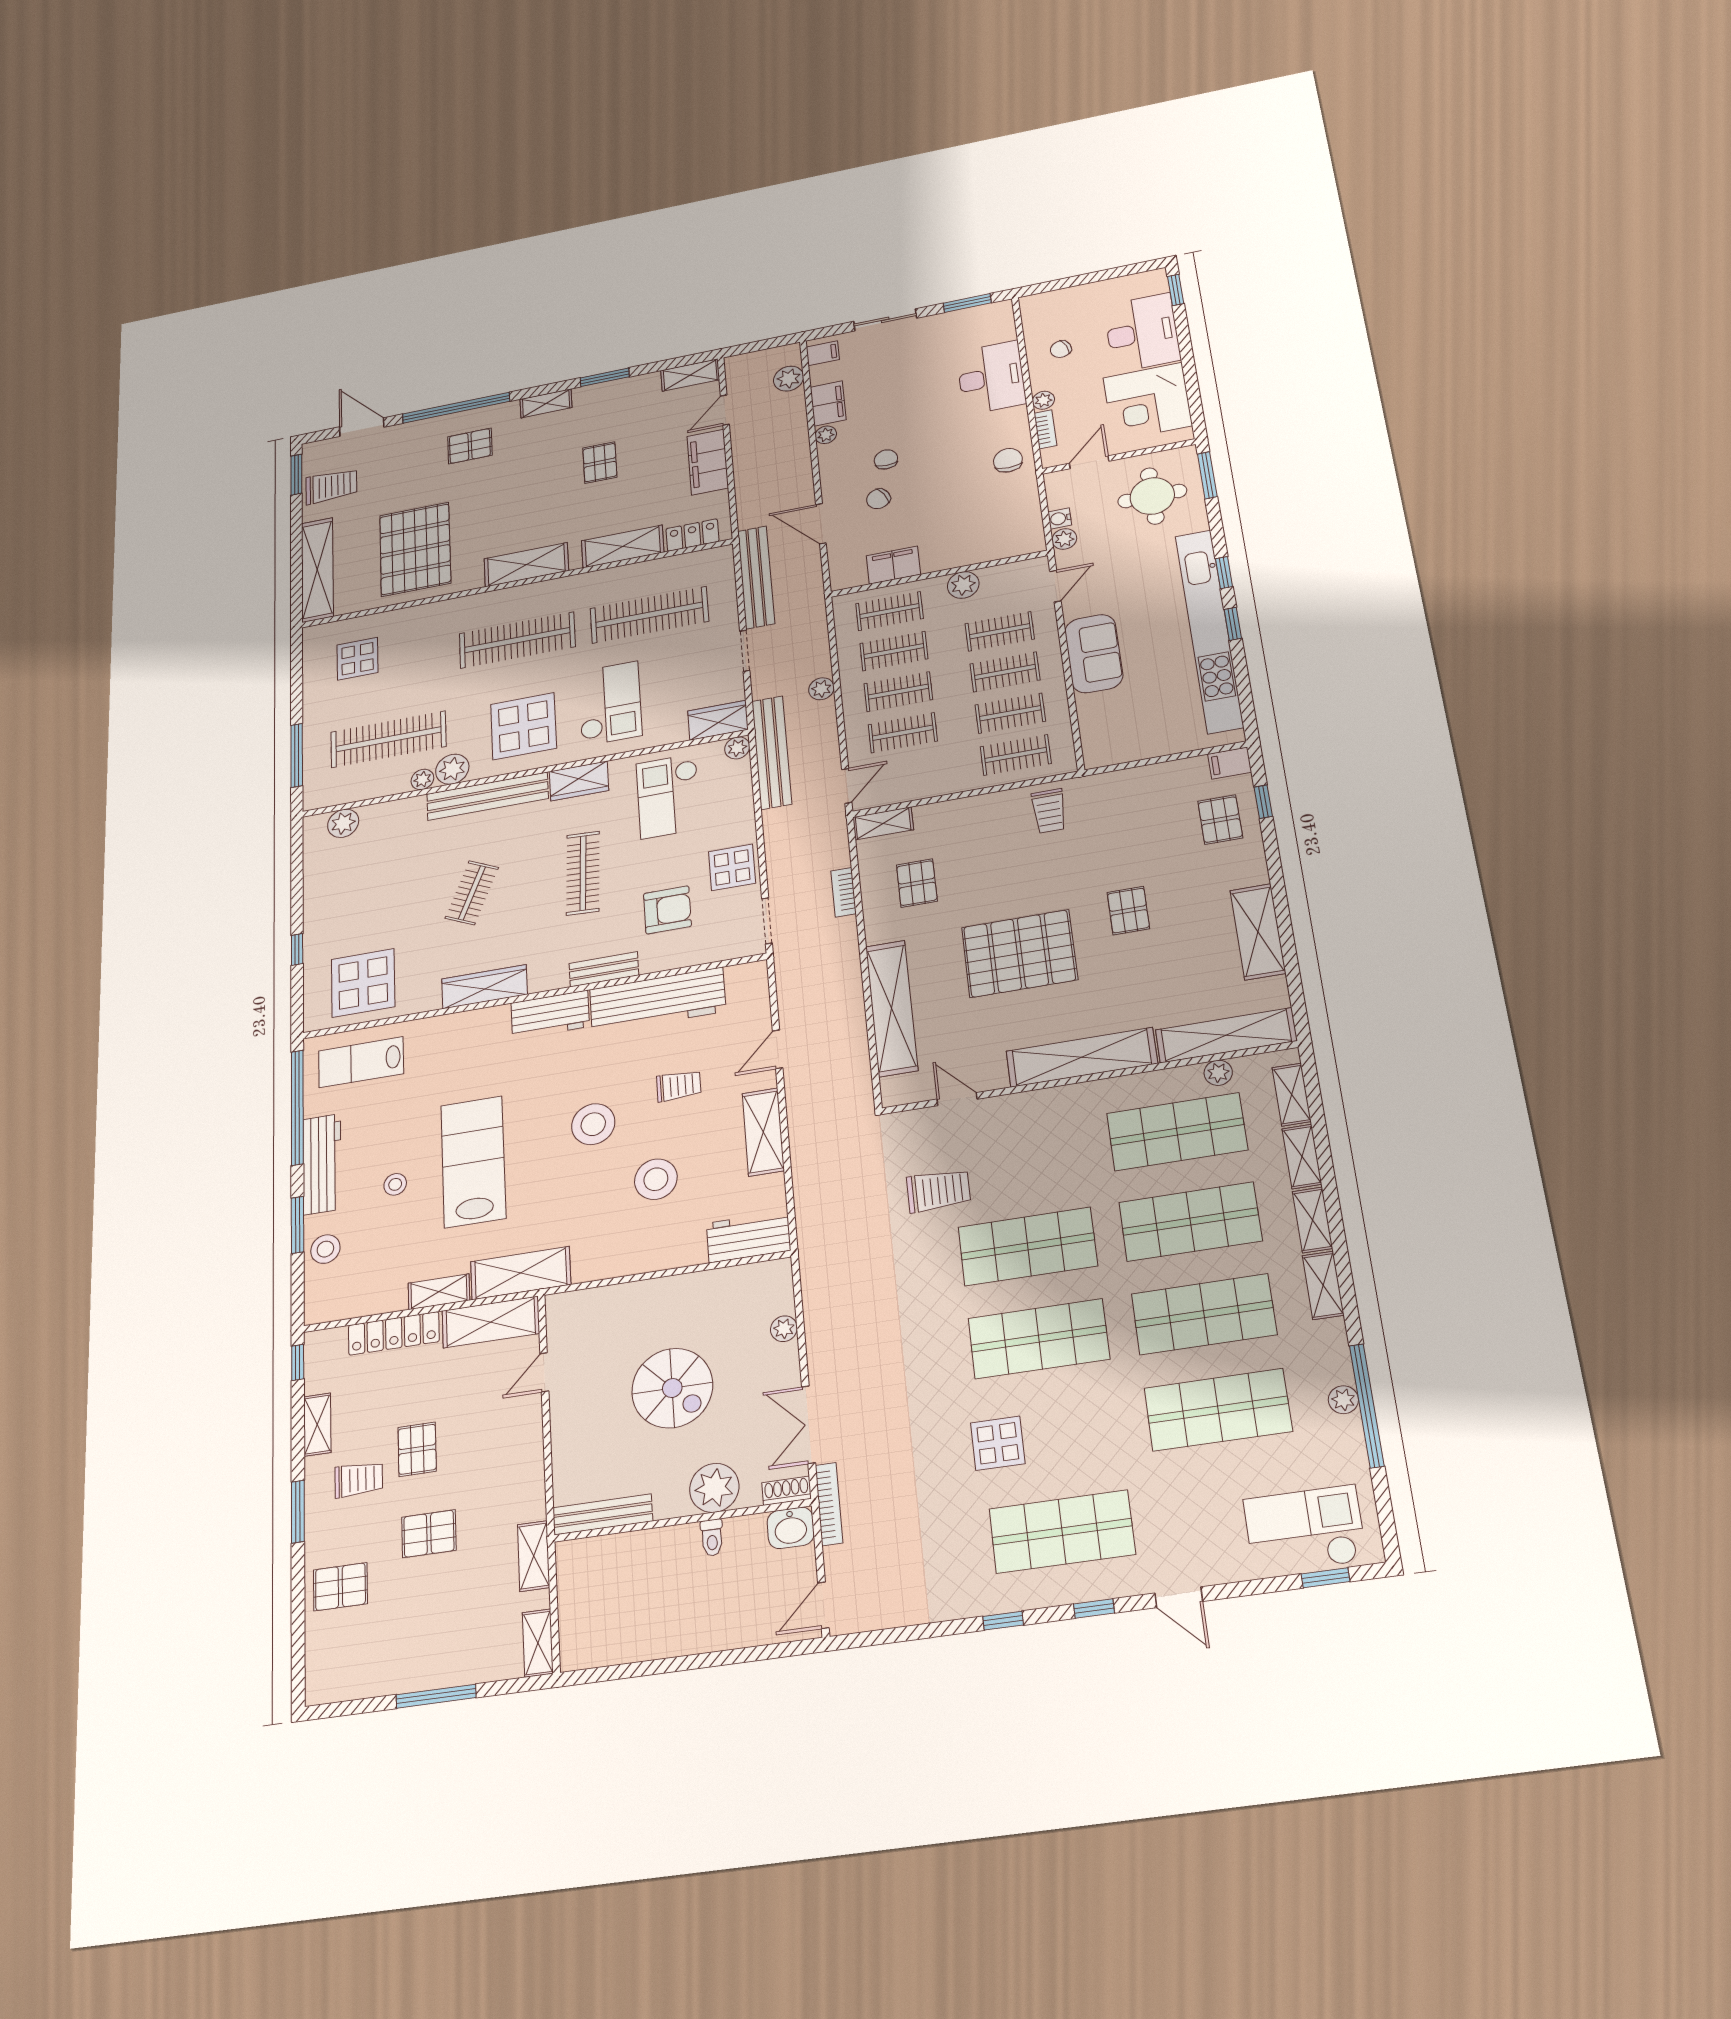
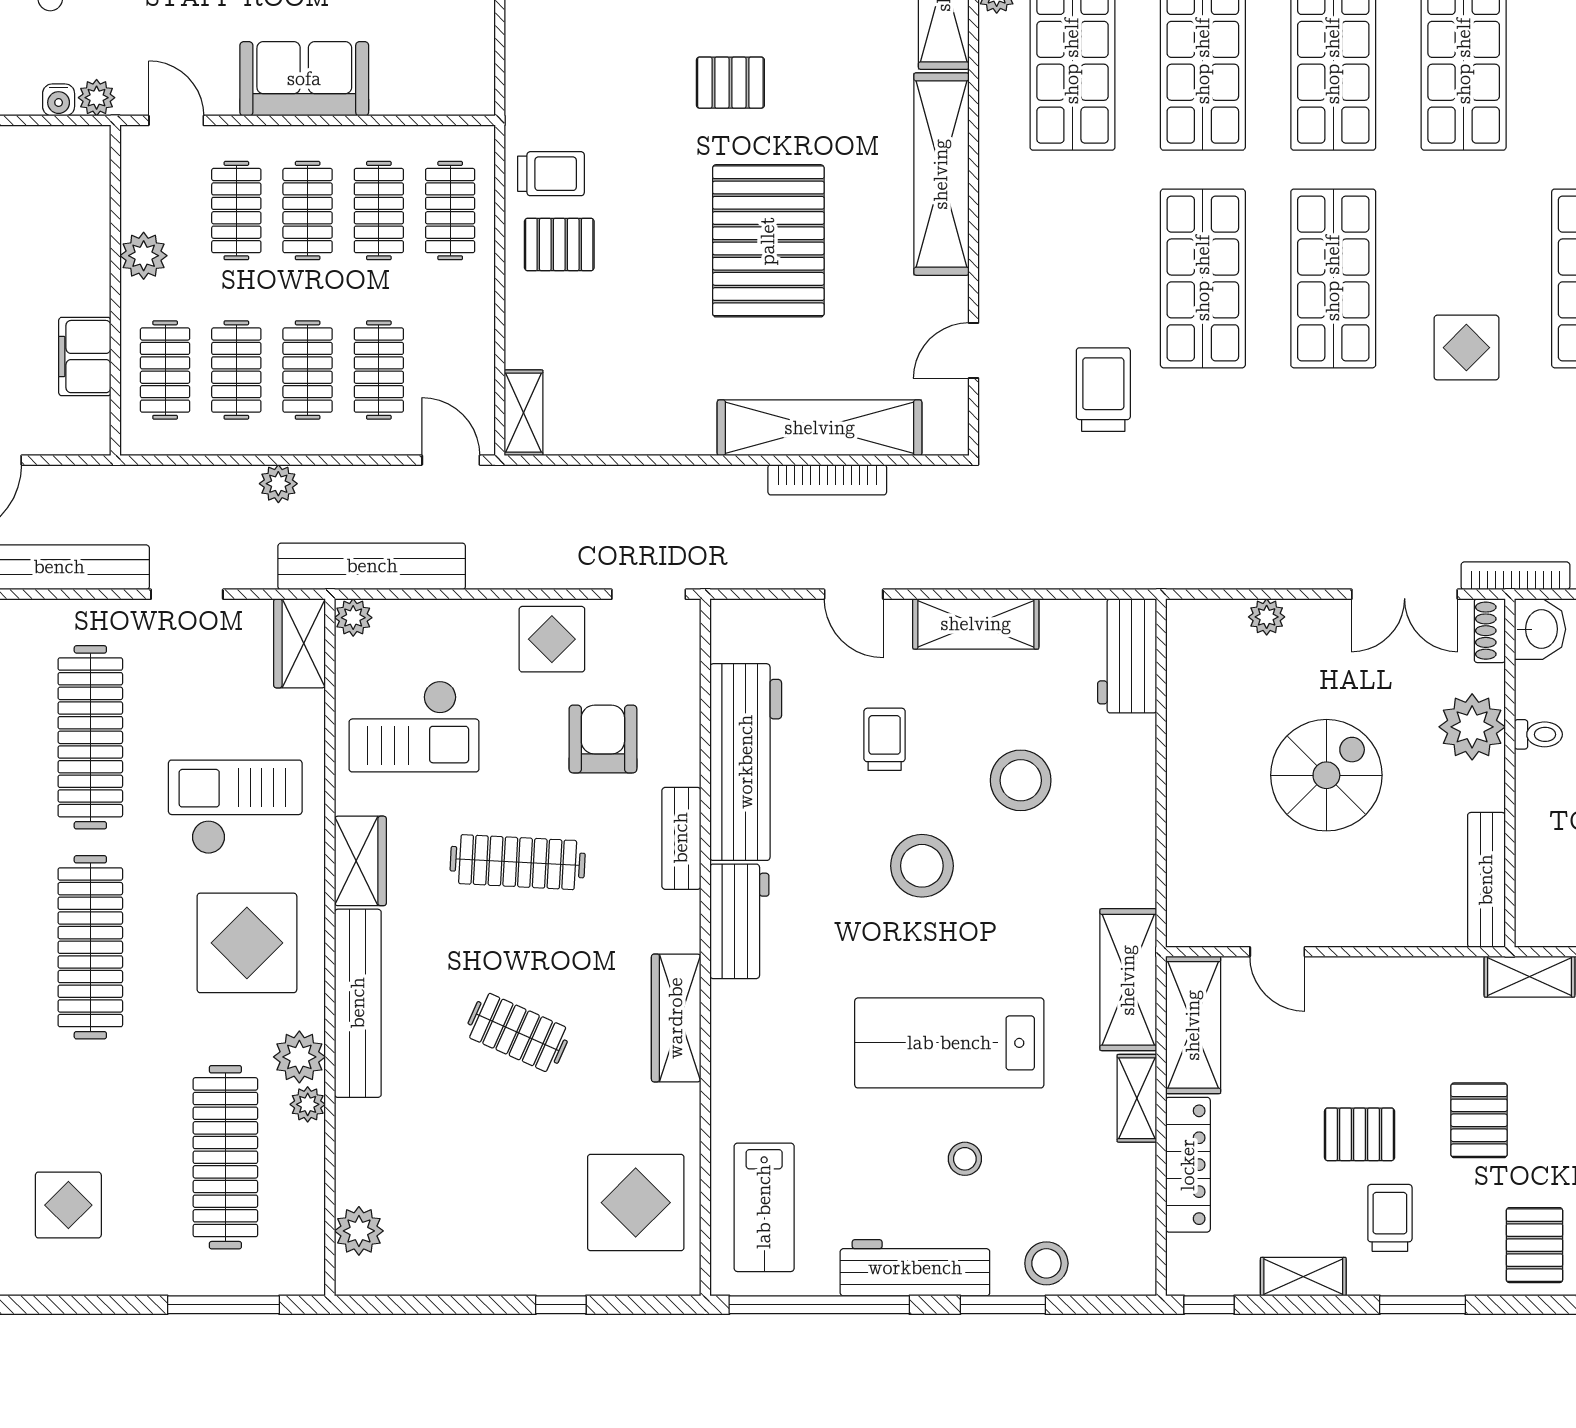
pallet: (917, 883) -> (559, 245), moved
bookcase: (844, 892) -> (827, 480), moved, width x1.56

